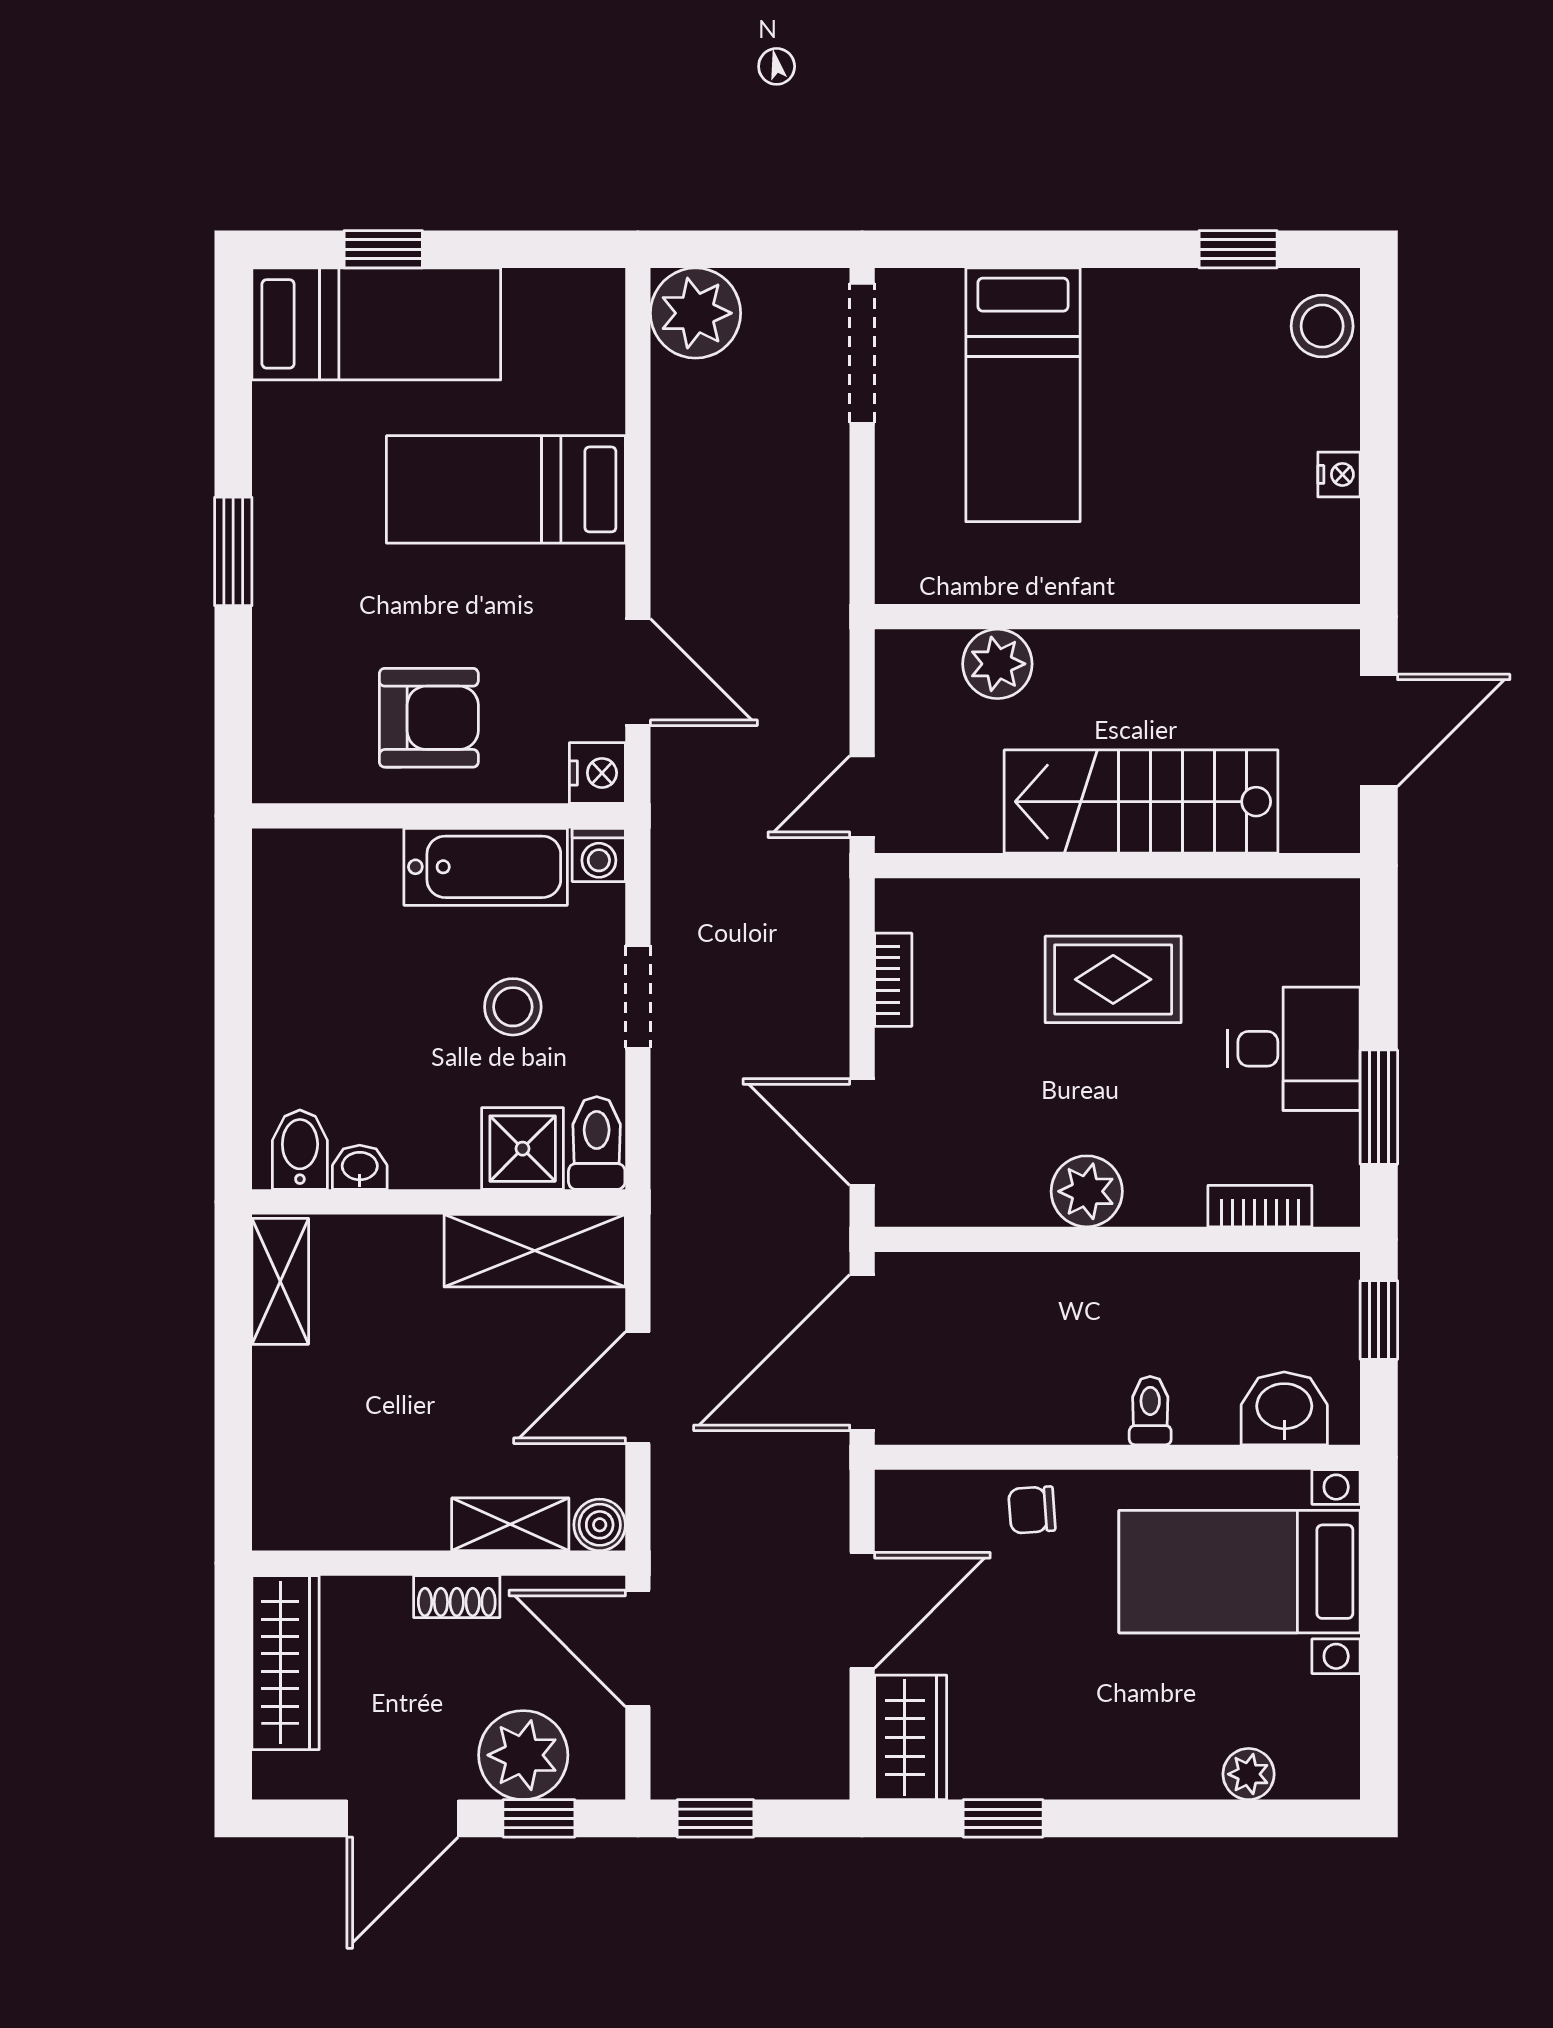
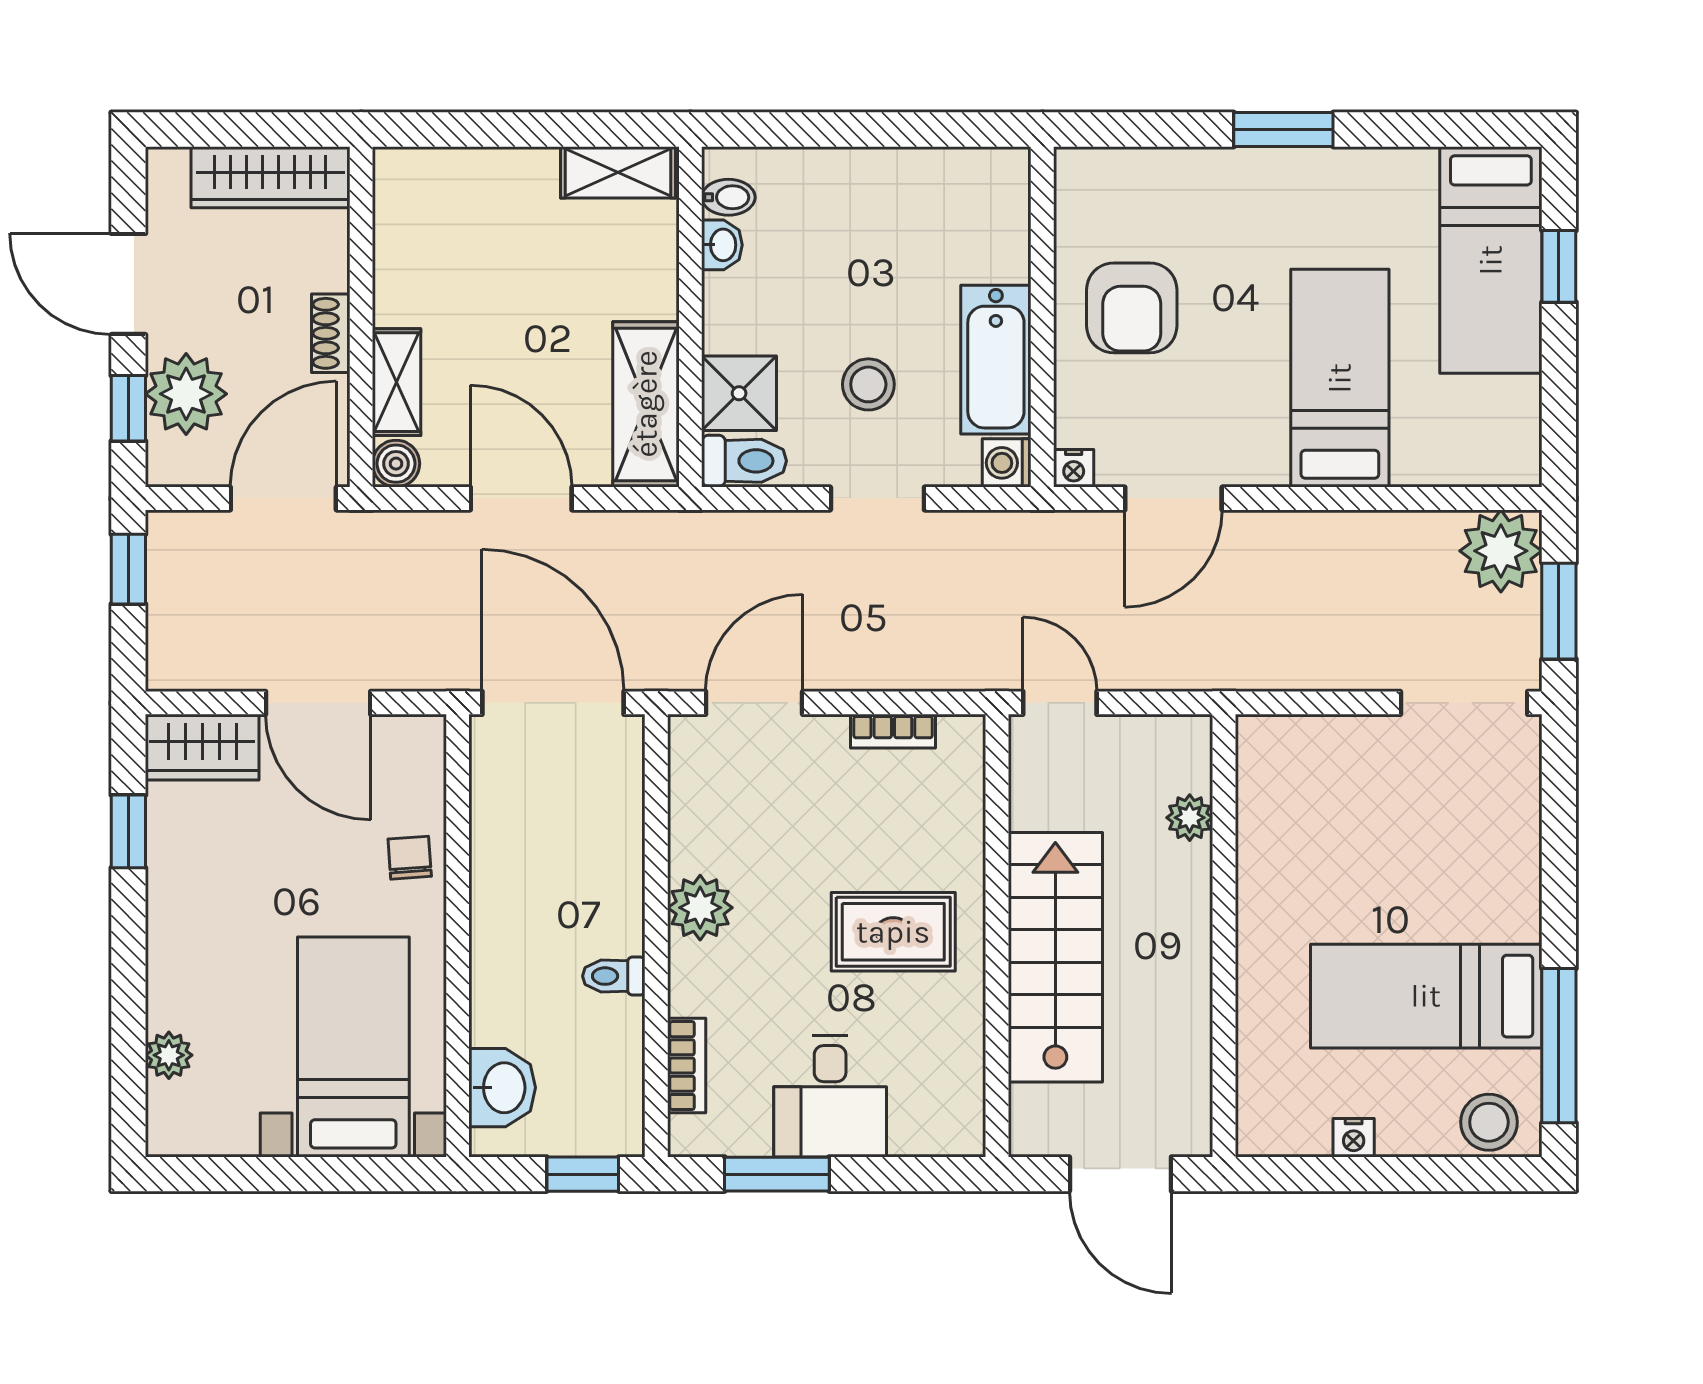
window: (761, 249) -> (1559, 611), added
window: (1238, 249) -> (1559, 1046), width x2.17
bed: (1023, 395) -> (1426, 996), moved
plant: (997, 664) -> (1190, 818), width x0.73, depth x0.73
nightstand: (597, 773) -> (1074, 468), width x0.72, depth x0.74
rug: (1113, 979) -> (893, 932), turned 90
bidet: (300, 1150) -> (728, 197), width x0.72, depth x0.74
toilet: (1150, 1411) -> (614, 976), moved, turned 180

